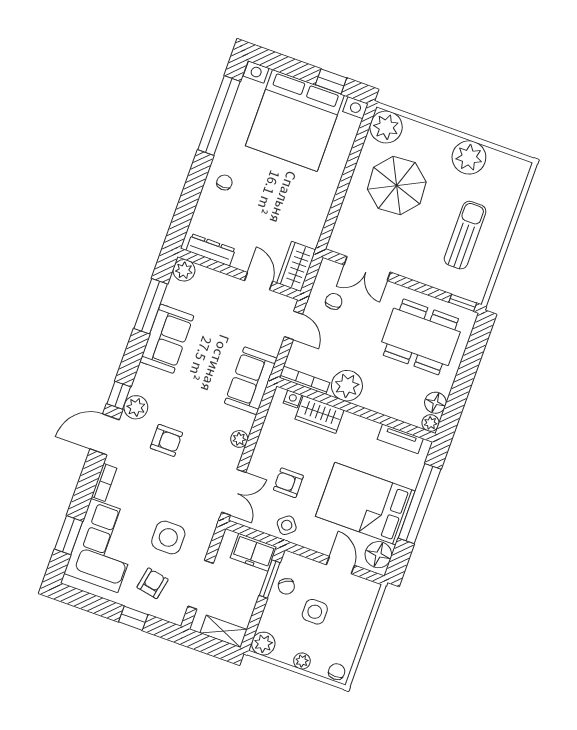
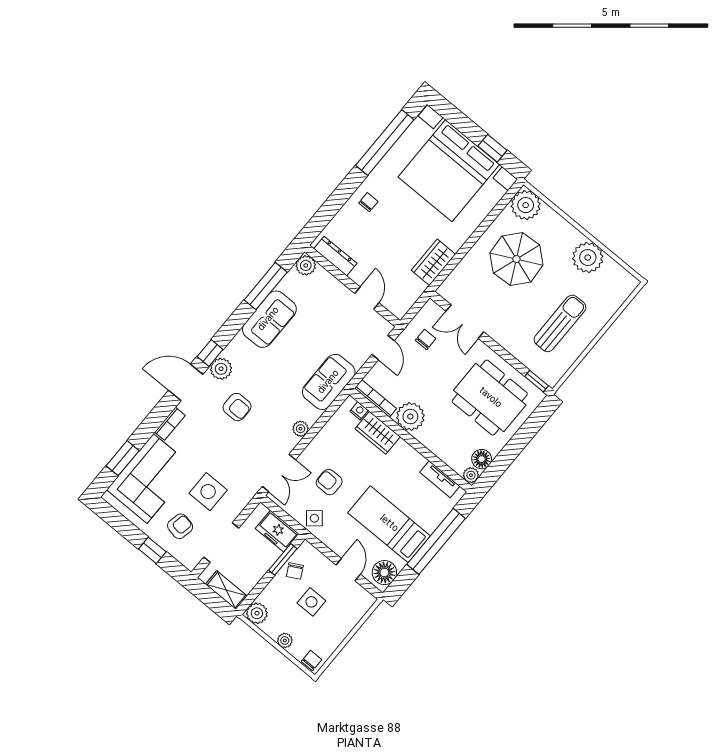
wardrobe: (296, 266) -> (433, 262), moved
bed: (365, 504) -> (389, 524), width x0.67

